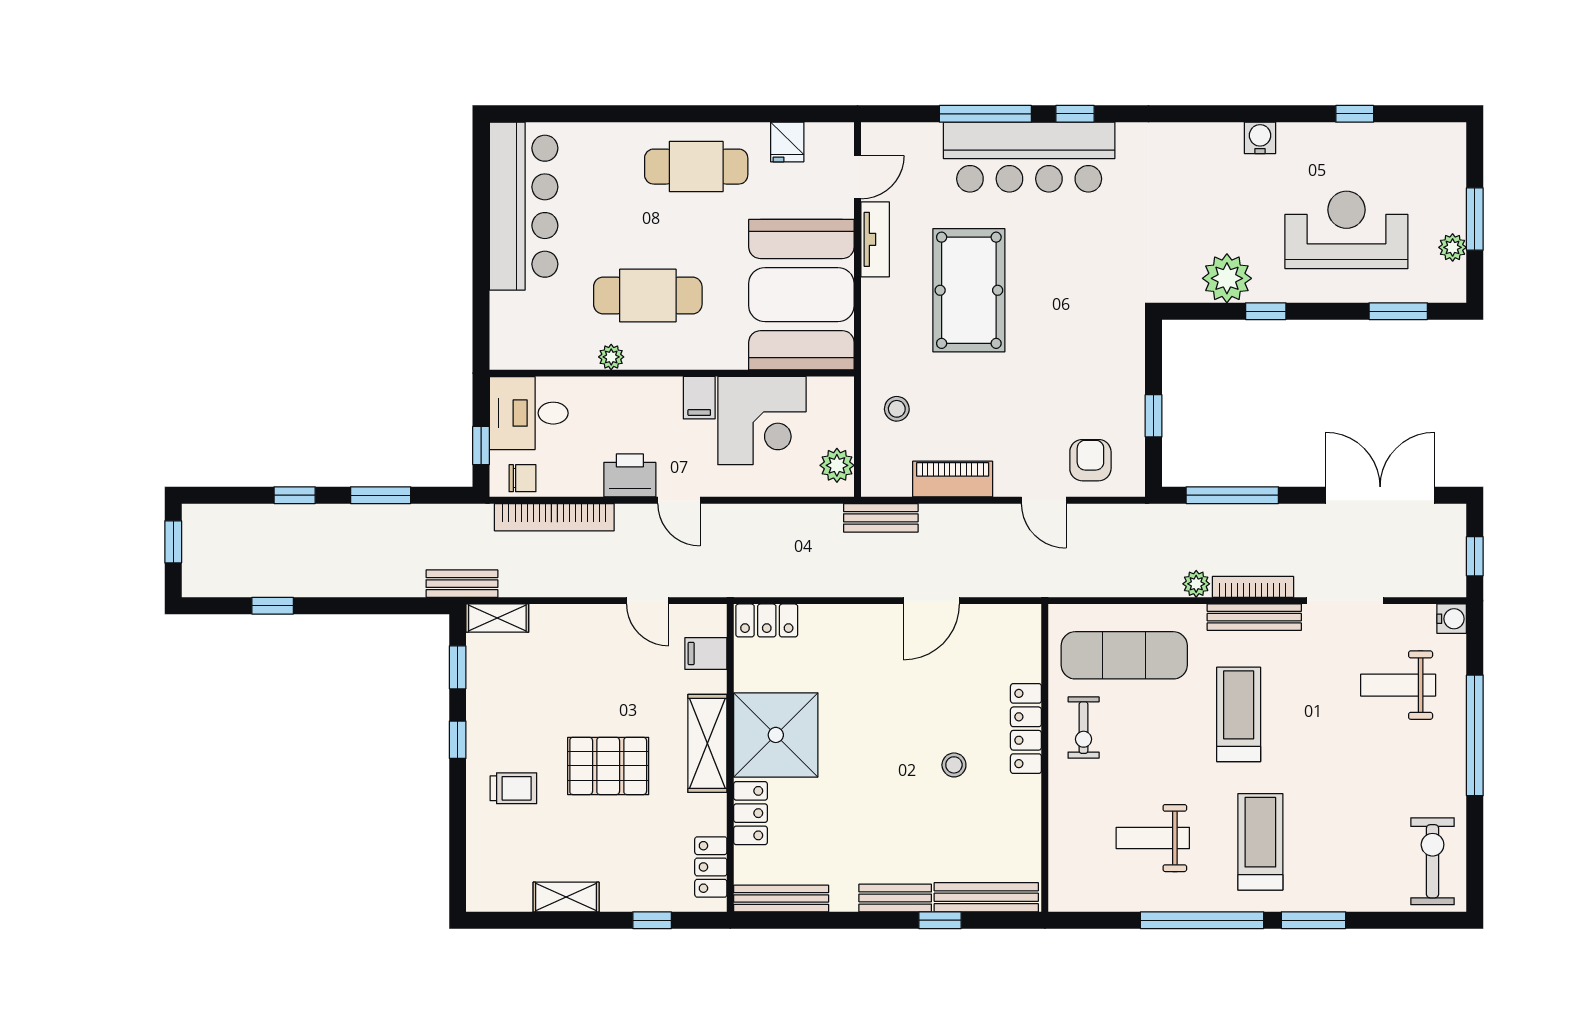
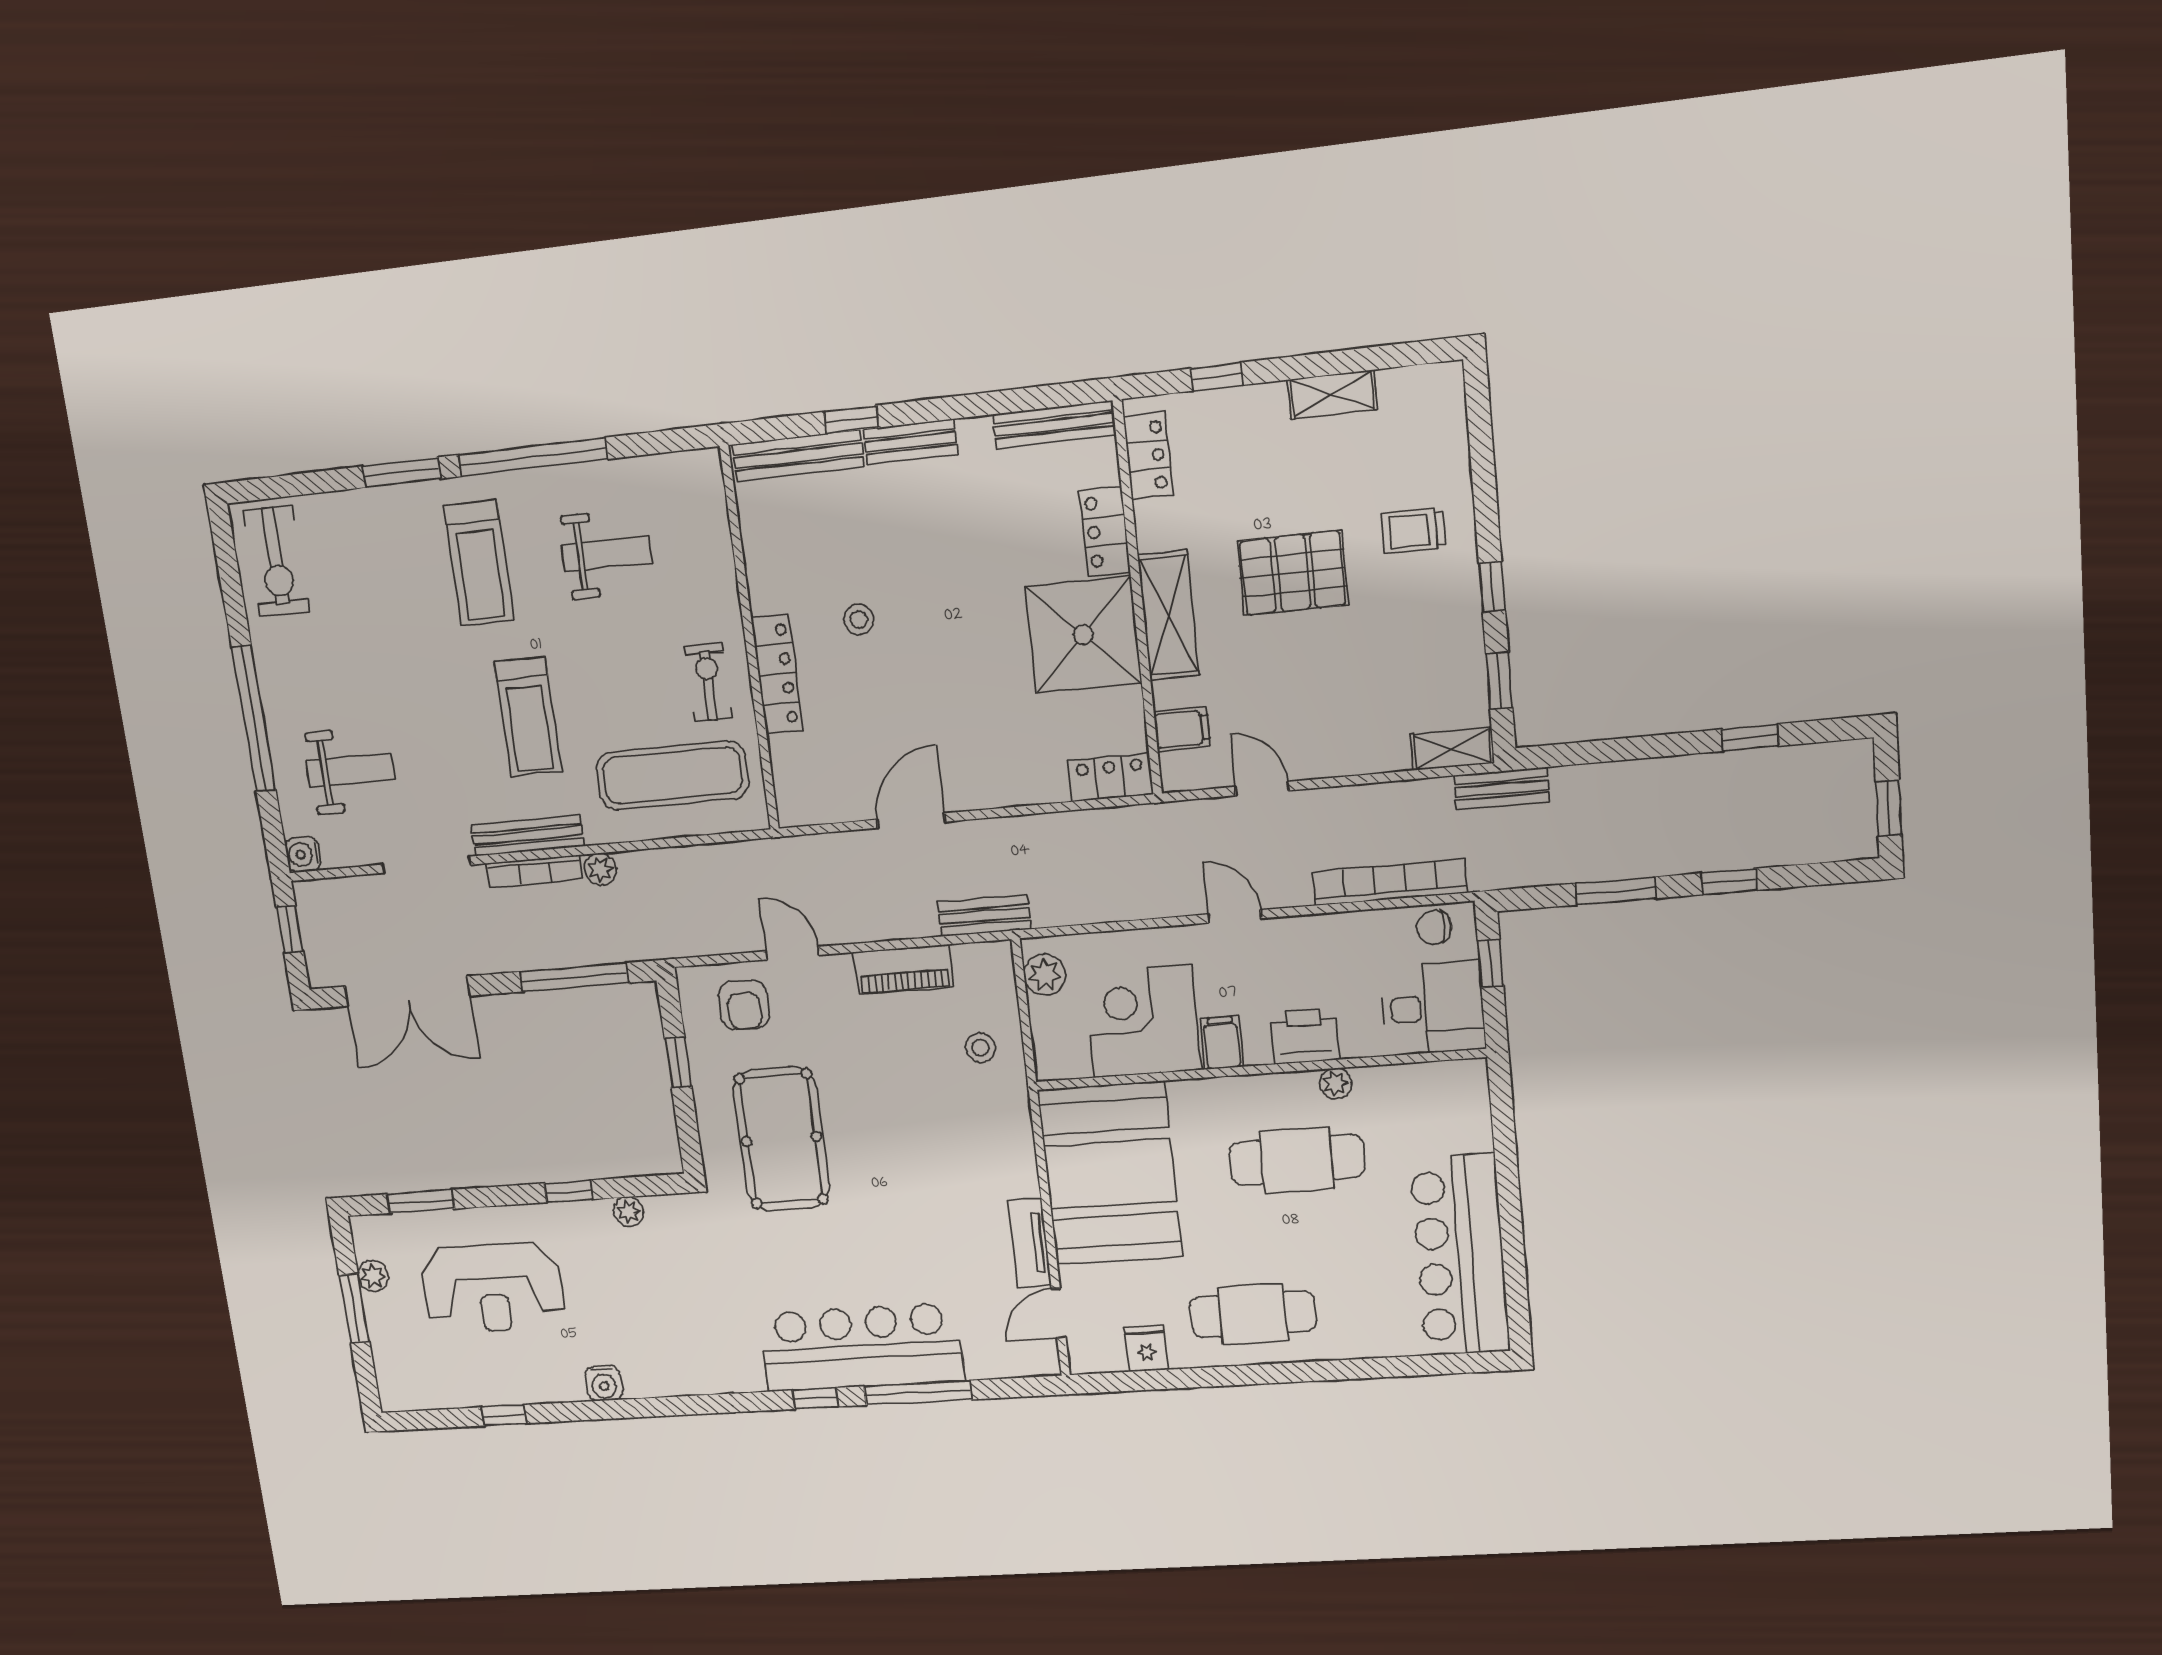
plant: (1227, 278) -> (628, 1212), width x0.53, depth x0.53
pool table: (969, 290) -> (781, 1139), moved
printer: (630, 475) -> (1305, 1036), moved, turned 180

